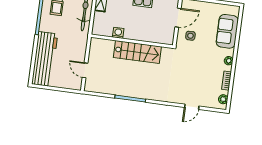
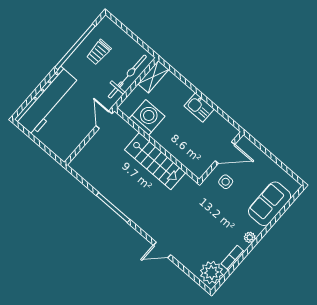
washing machine: (118, 33) -> (147, 117), width x1.89, depth x1.89
door: (85, 70) -> (104, 120), moved
plant: (223, 99) -> (212, 273), width x1.87, depth x1.87
door: (192, 107) -> (162, 250), moved

